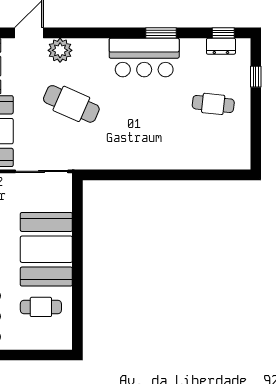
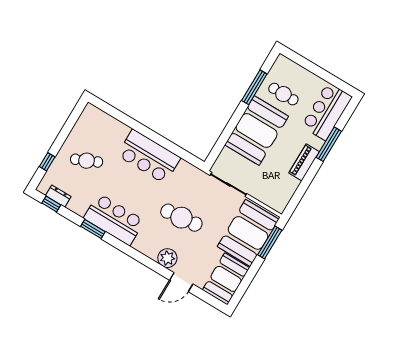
cafe table: (71, 104) -> (181, 218), turned -30
cafe table: (213, 104) -> (87, 161), turned -30
bar counter: (147, 150) -> (149, 156), added
window: (77, 295) -> (254, 87), added

